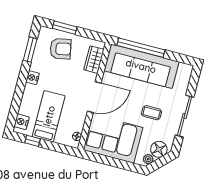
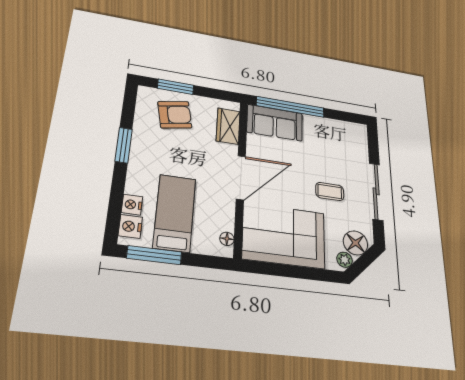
window: (30, 50) -> (124, 145), moved
sofa: (141, 66) -> (275, 123), width x0.54, depth x0.79
nightstand: (32, 78) -> (132, 205), moved
window: (33, 141) -> (154, 255), width x2.17

